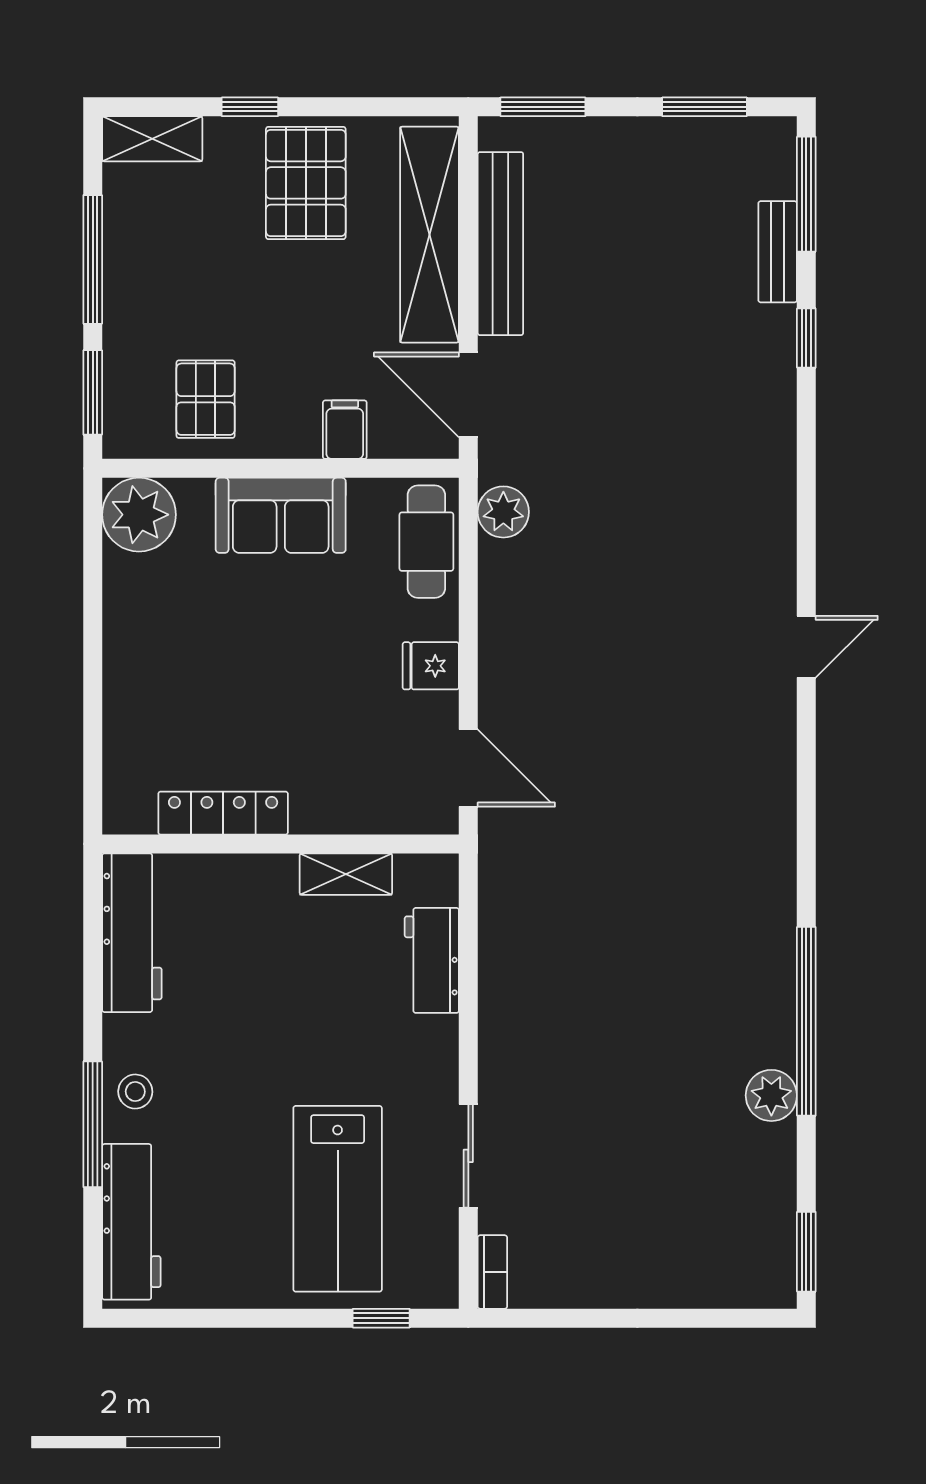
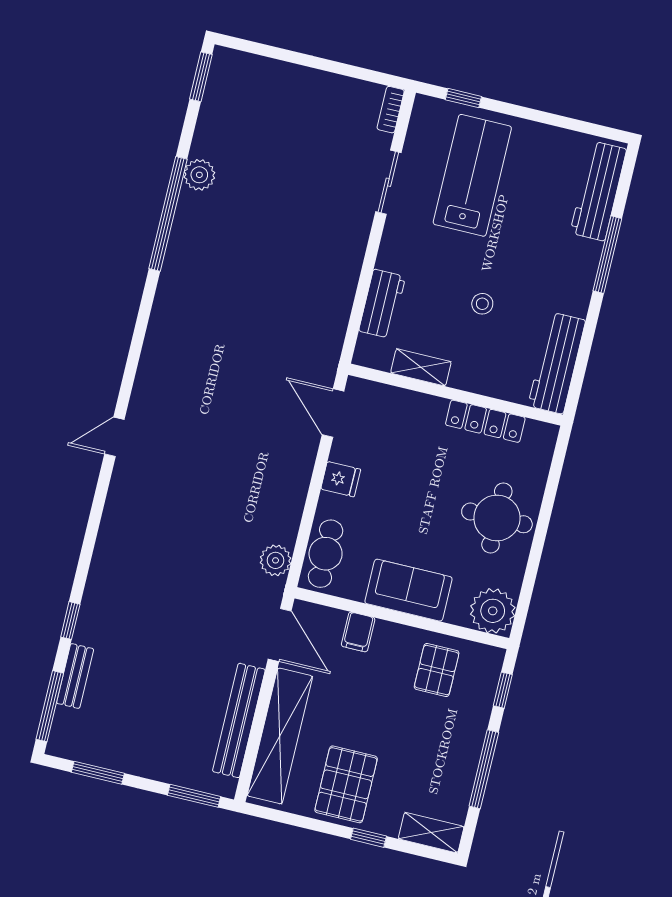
window: (93, 392) -> (503, 690), width x0.67
round table: (168, 664) -> (497, 518), added
stool: (135, 1092) -> (482, 304), moved

